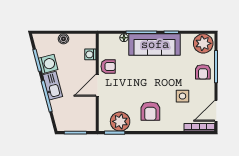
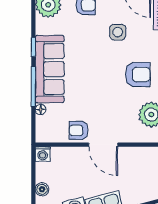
washing machine: (90, 54) -> (43, 154), moved
armchair: (108, 66) -> (79, 130), turned -90

